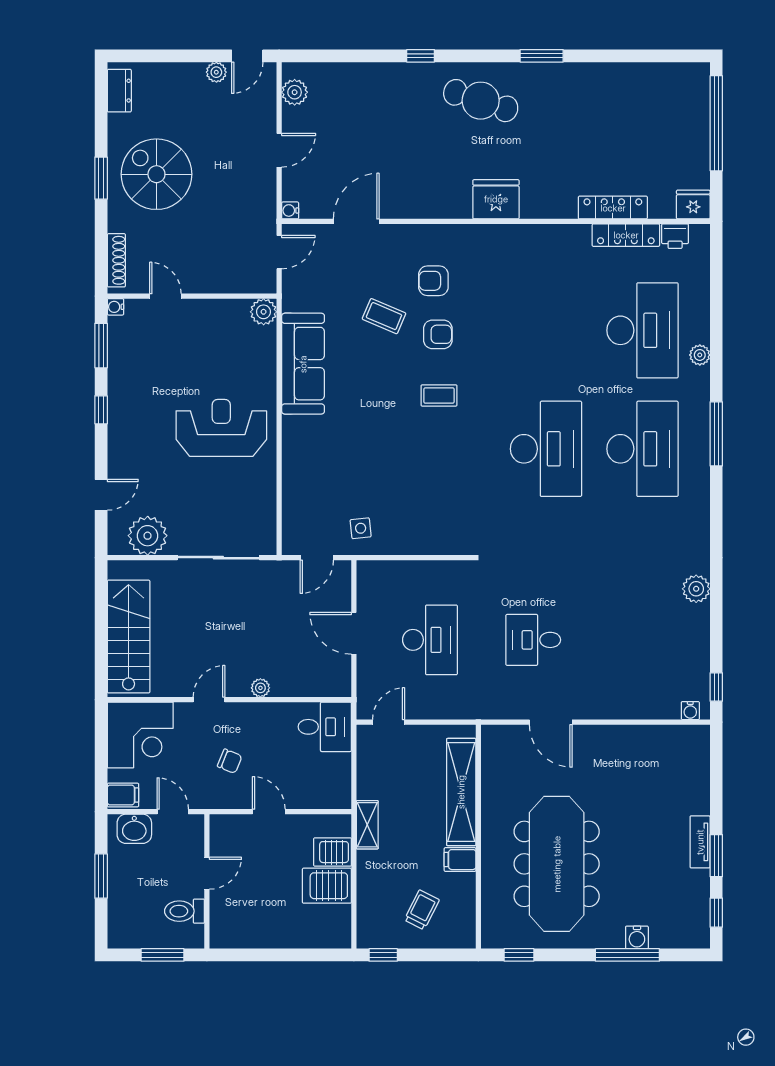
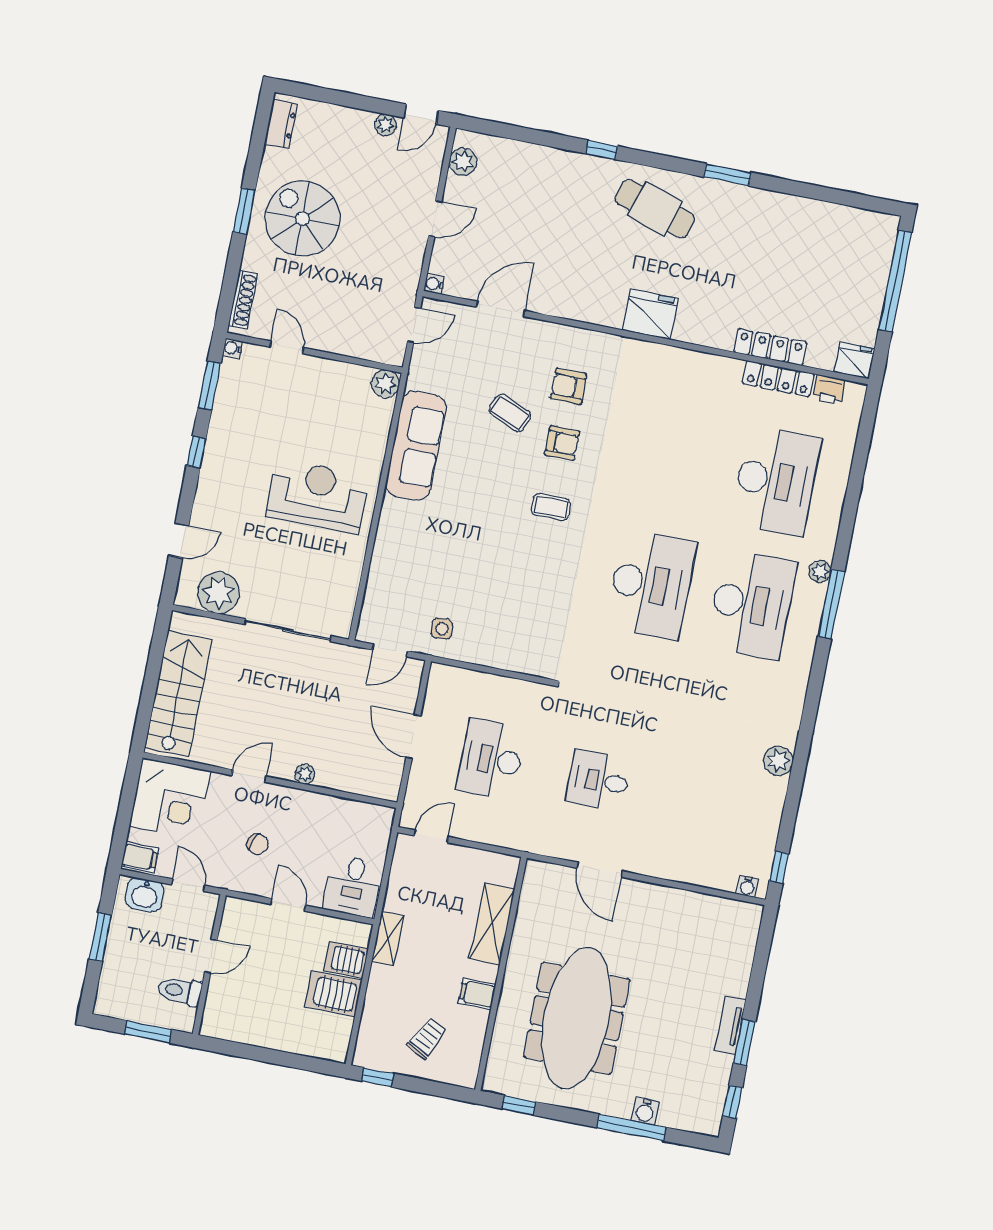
plant: (700, 355) -> (820, 571), moved
desk: (430, 640) -> (491, 759), turned 180
desk: (325, 727) -> (353, 886), moved, turned 90
shelving: (461, 792) -> (492, 924), width x0.68

